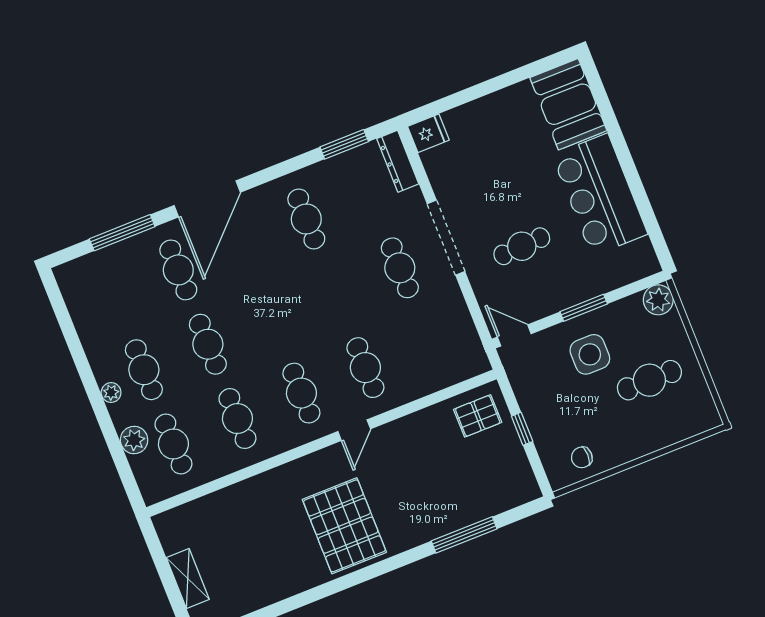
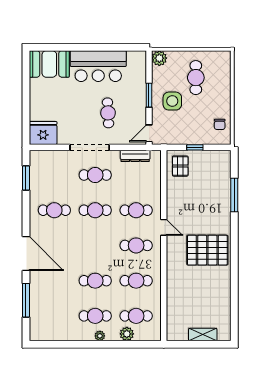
fridge: (428, 133) -> (43, 133), width x1.88, depth x1.34
dresser: (398, 161) -> (135, 156), moved
cafe table: (178, 270) -> (95, 210), moved

